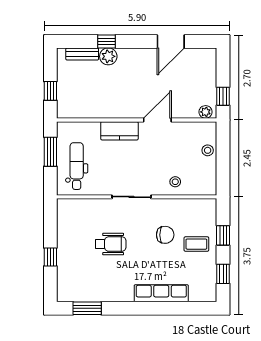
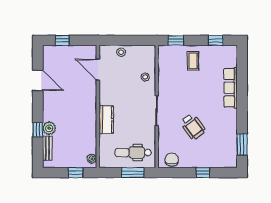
window: (223, 96) -> (62, 40), moved
plant: (206, 112) -> (92, 159), moved
door: (157, 120) -> (98, 70), moved
window: (50, 152) -> (133, 173), moved
chair: (165, 235) -> (172, 160), moved
window: (223, 235) -> (176, 40), moved
wheelchair: (111, 244) -> (193, 126), turned 144

